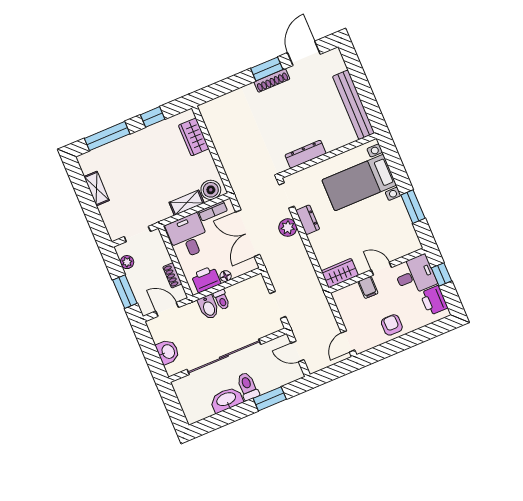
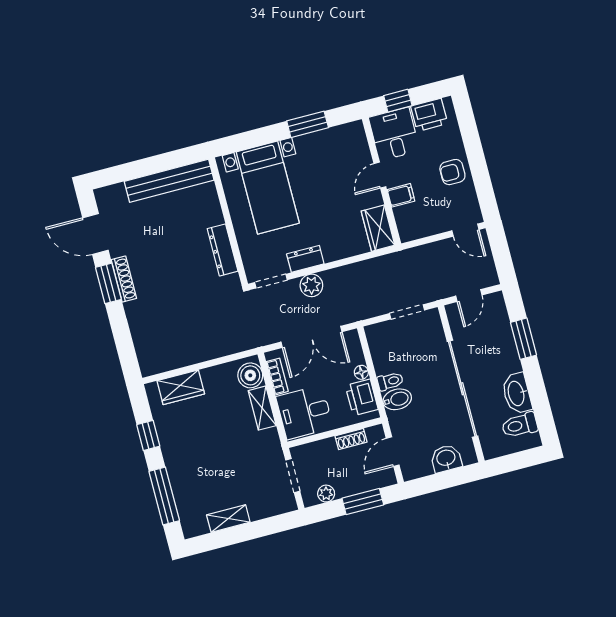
toilet: (248, 386) -> (520, 425), moved

